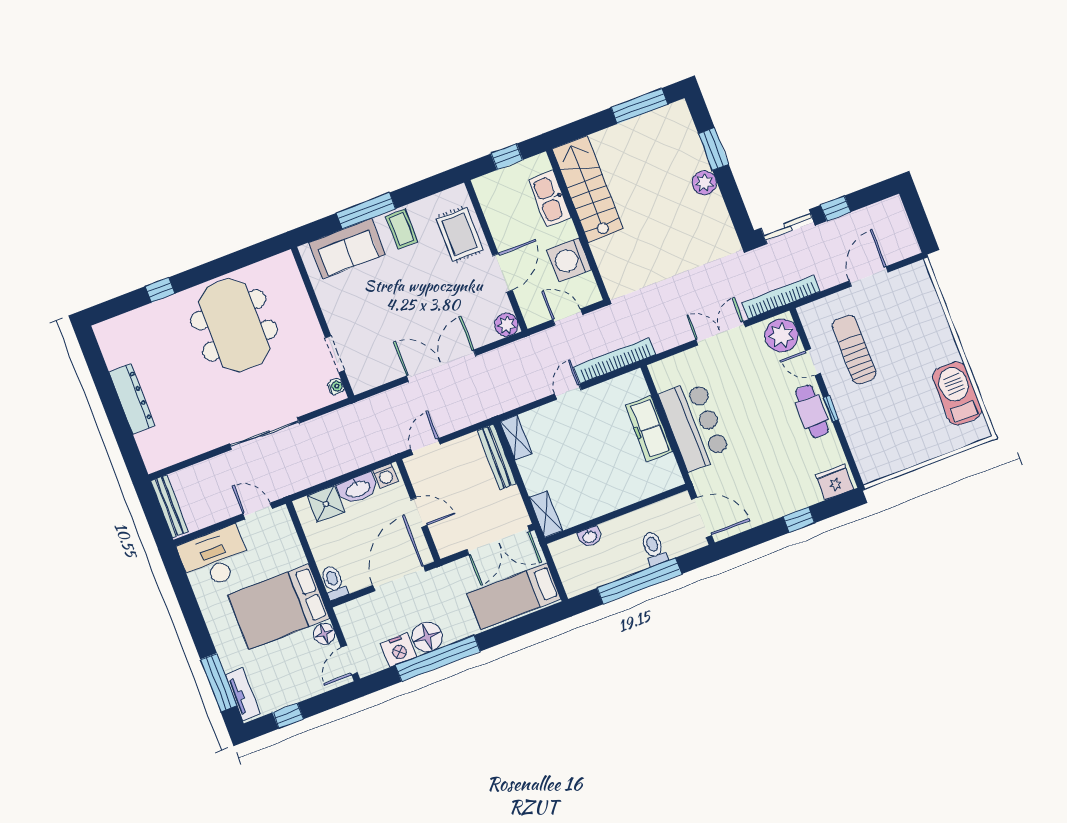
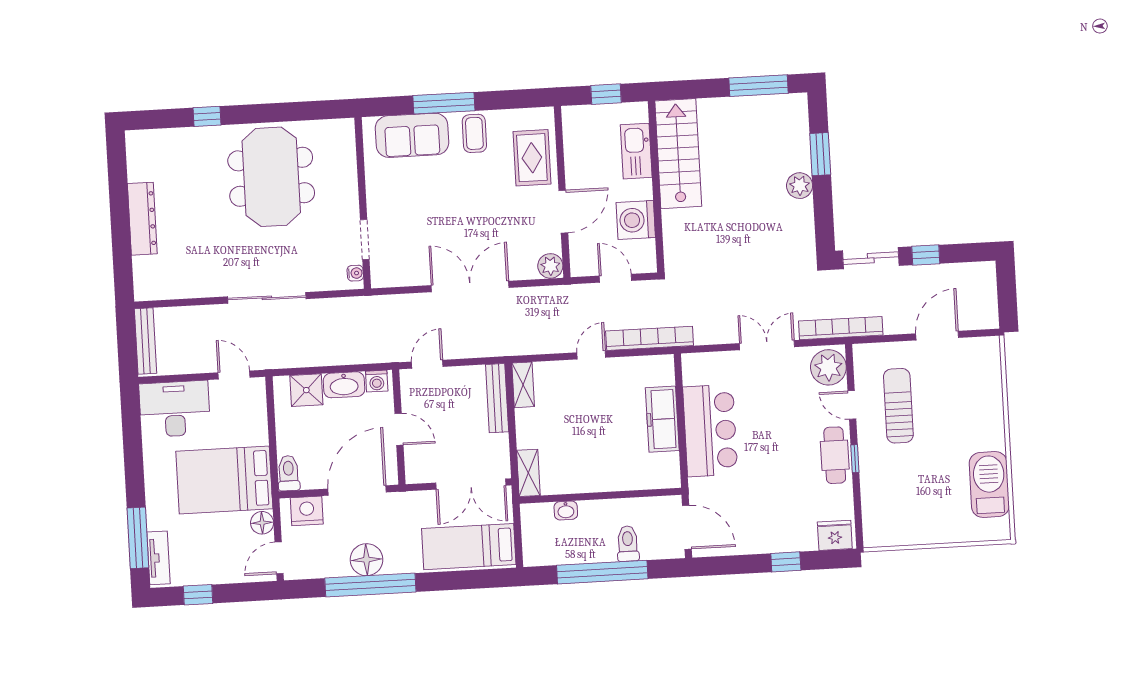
nightstand: (399, 650) -> (307, 511), moved, turned 180

